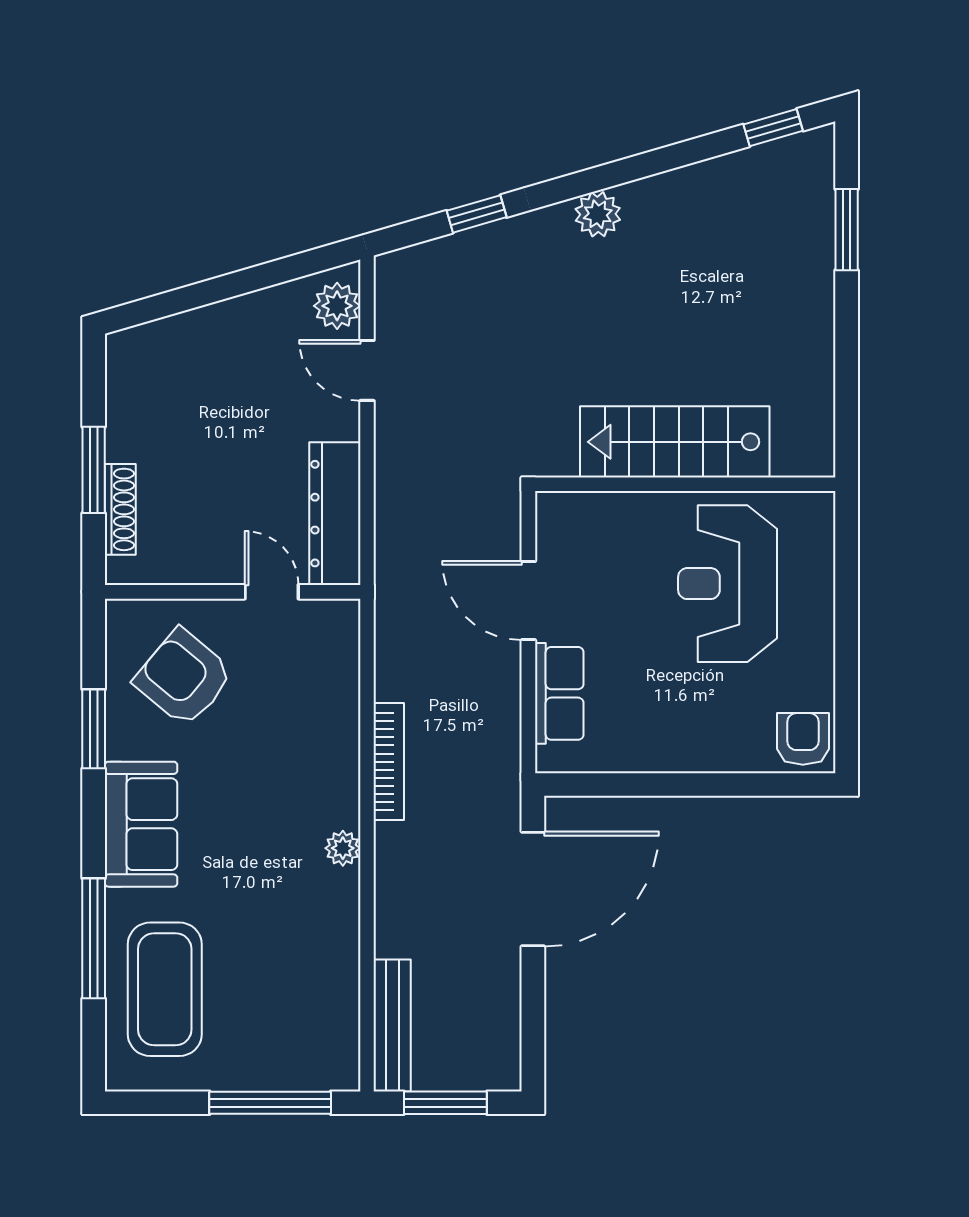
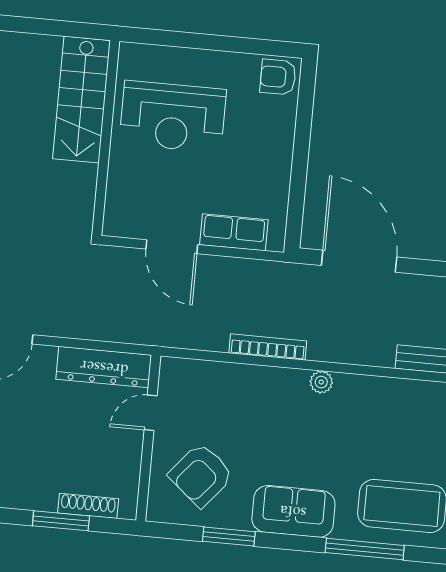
stairs: (675, 442) -> (82, 100), moved
door: (528, 601) -> (172, 247), hinge flipped

